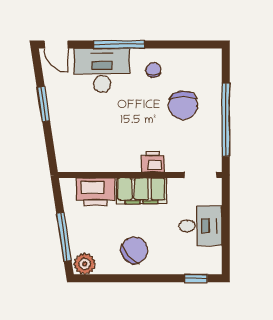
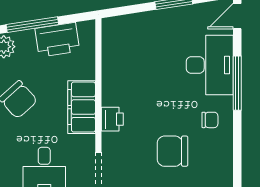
printer: (96, 192) -> (57, 40), moved, turned -99

